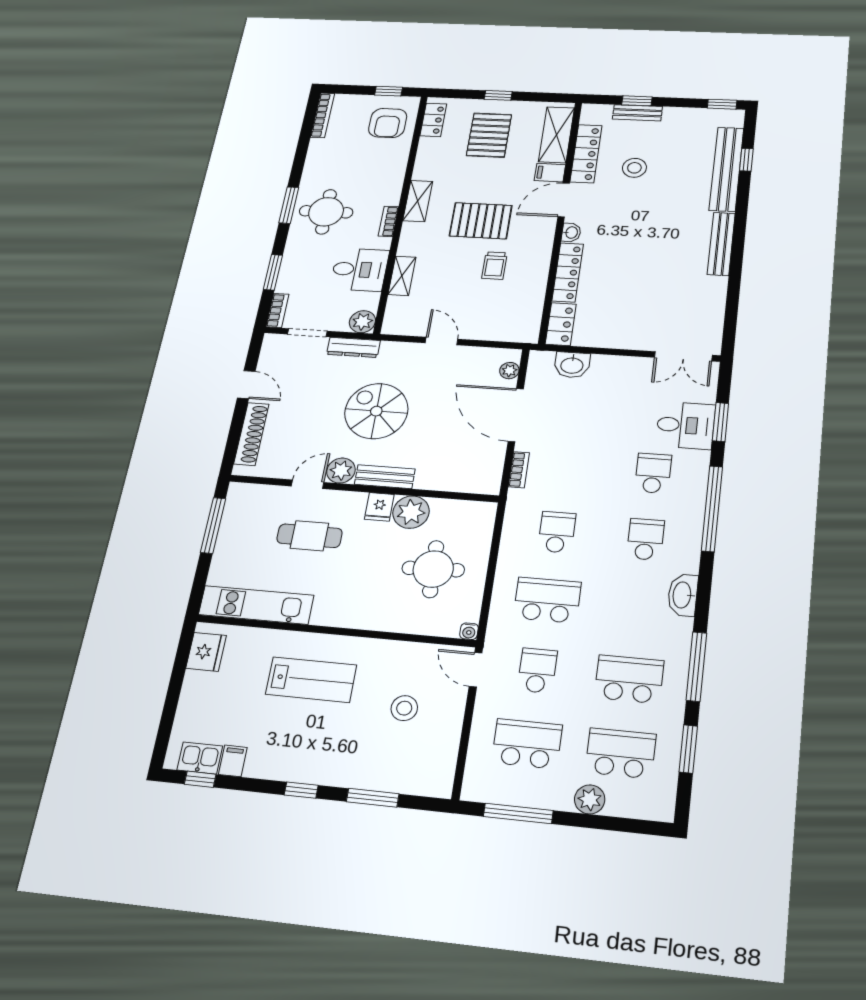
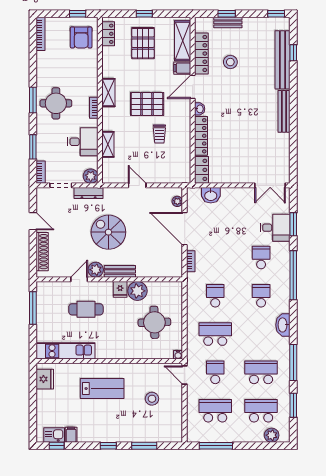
plant: (590, 799) -> (272, 435), moved

